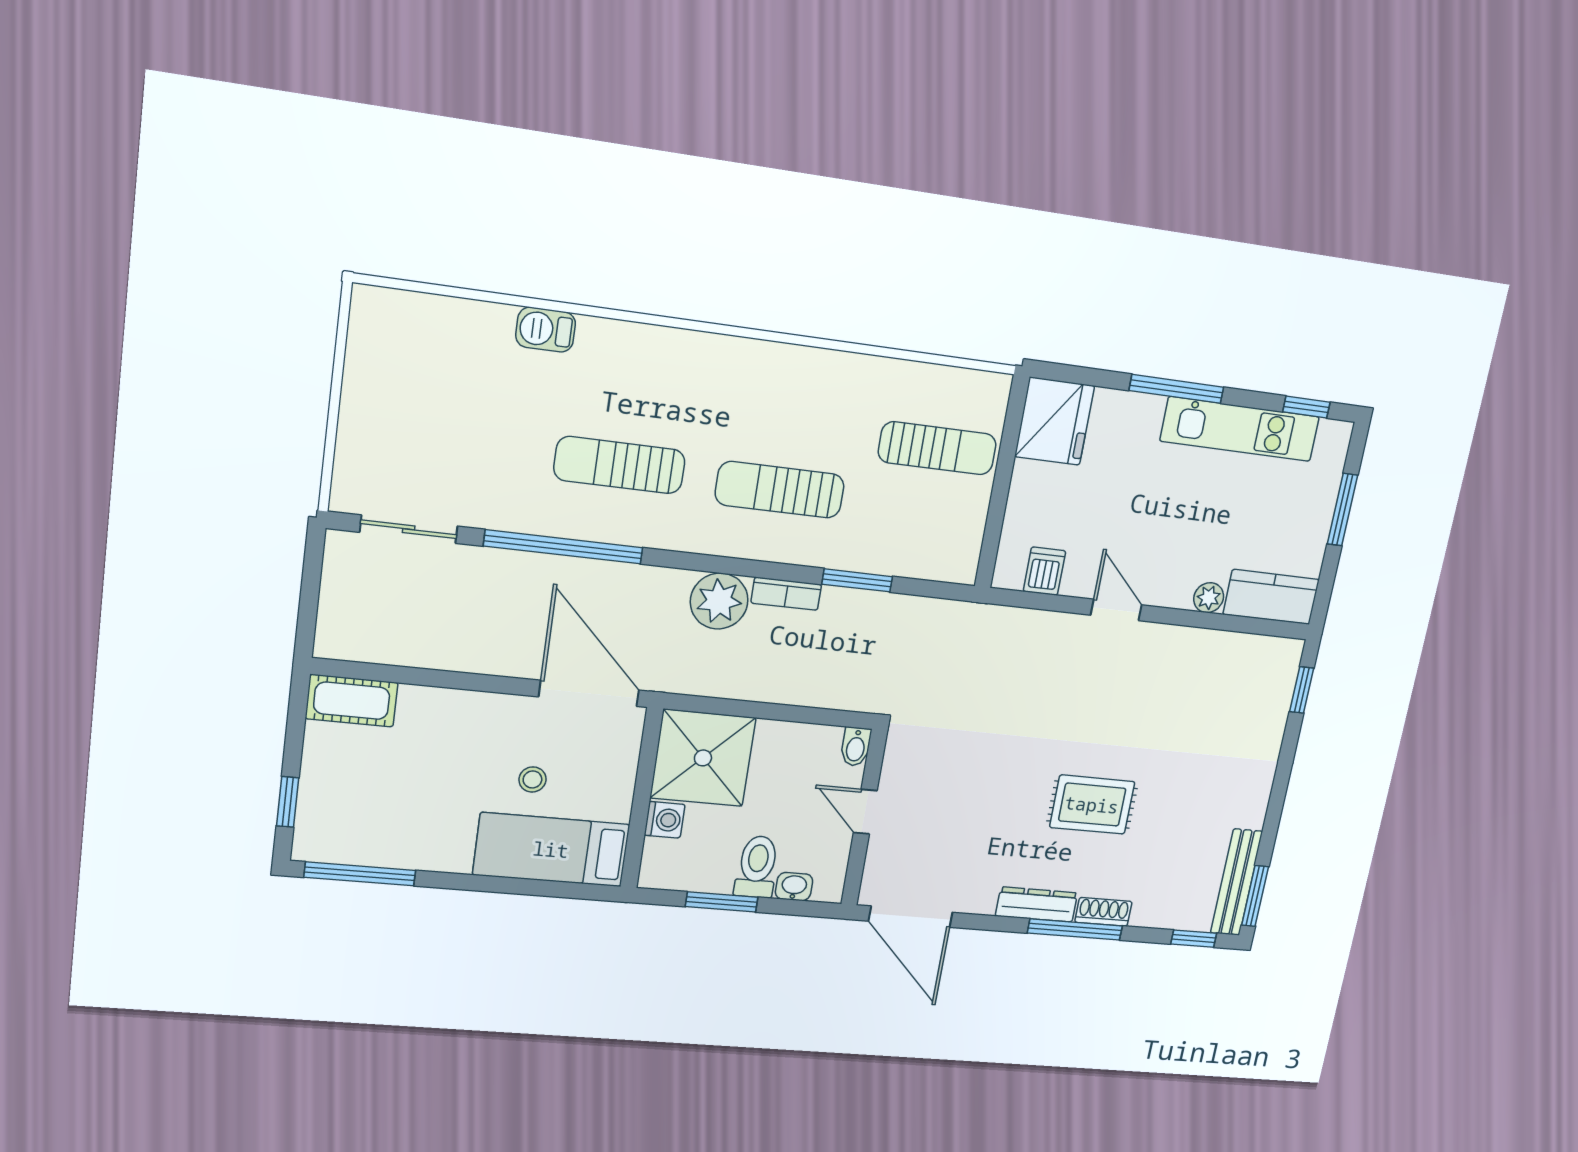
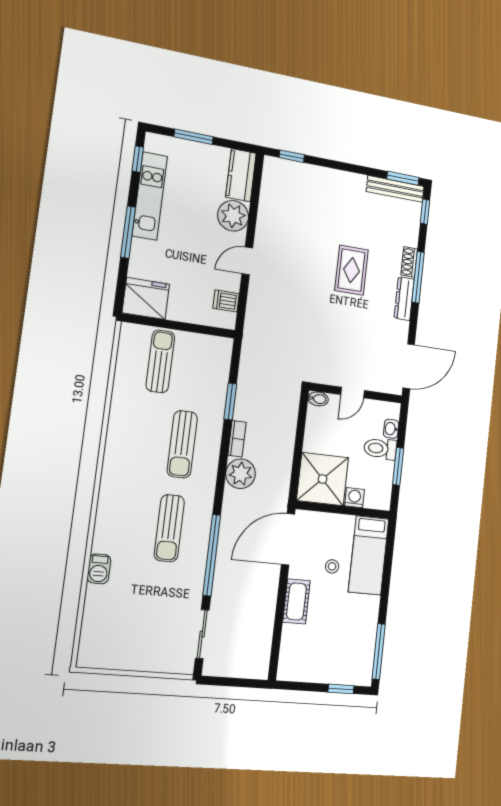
plant: (1209, 598) -> (233, 216), width x1.87, depth x1.87
cot: (352, 701) -> (296, 601), moved

